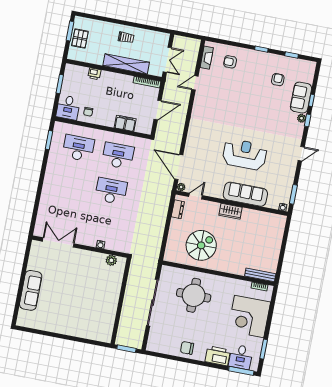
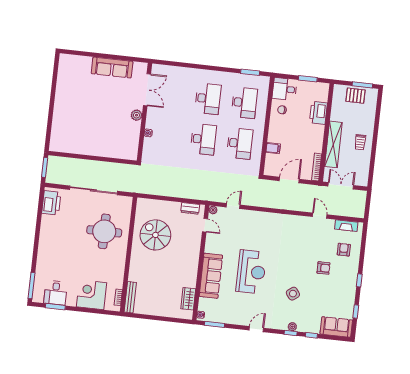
double door: (167, 60) -> (341, 186), swing flipped
printer: (94, 74) -> (318, 113), width x1.87, depth x1.48
armchair: (278, 80) -> (323, 268), moved
sofa: (301, 98) -> (336, 327), moved
door: (158, 110) -> (289, 180), swing flipped
side table: (269, 115) -> (293, 294), added
filing cabinet: (125, 123) -> (273, 148), width x0.50
door: (301, 154) -> (256, 329), swing flipped
door: (179, 167) -> (233, 206), width x0.53
desk: (72, 183) -> (208, 99), added
wardrobe: (230, 211) -> (188, 299), moved
spiral stairs: (201, 245) -> (155, 235), turned 180
plant: (111, 260) -> (136, 115), moved
sofa: (31, 290) -> (112, 68), moved
corner desk: (249, 316) -> (92, 295), width x0.74, depth x0.74
chair: (187, 348) -> (50, 229), removed
printer: (218, 356) -> (51, 203), moved
desk: (241, 357) -> (56, 293), moved, turned -90

